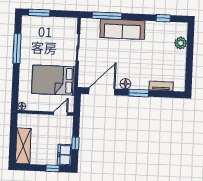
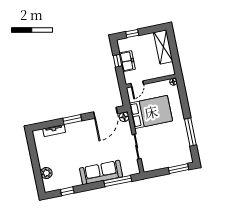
floor lamp: (125, 84) -> (124, 117), moved
freezer: (65, 155) -> (127, 61), moved

